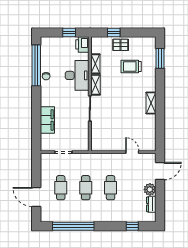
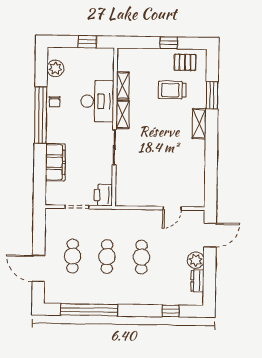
window: (114, 32) -> (169, 43), moved
printer: (82, 44) -> (103, 195), moved
pallet: (121, 45) -> (185, 62), moved
plant: (46, 52) -> (55, 68), added
window: (160, 58) -> (212, 95), moved
window: (36, 65) -> (41, 115), moved
shelving: (151, 103) -> (199, 124), moved
door: (132, 152) -> (172, 208), swing flipped

